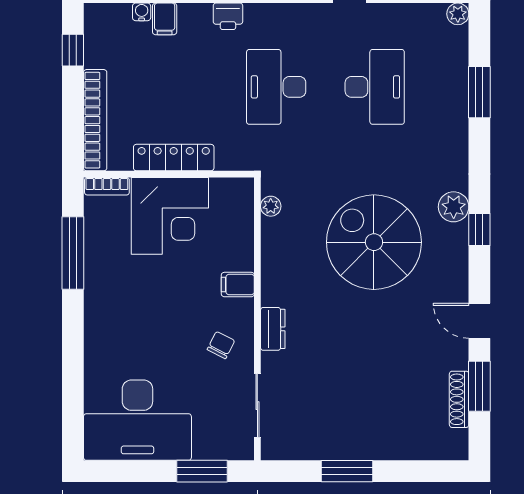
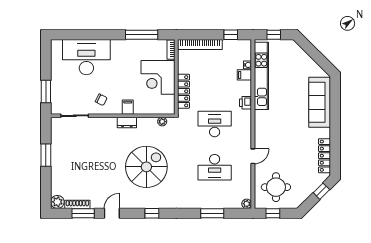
locker: (174, 158) -> (184, 91), moved
plant: (454, 207) -> (57, 202), moved
dresser: (273, 329) -> (127, 122), moved
desk: (137, 420) -> (86, 57), moved, turned 90

